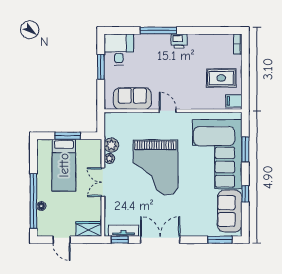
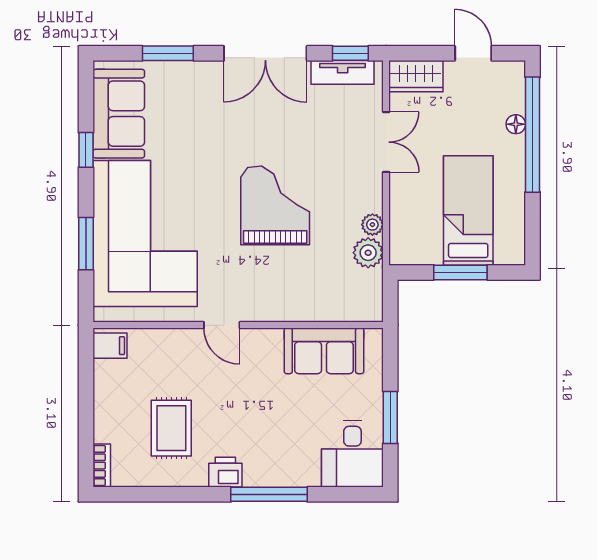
rug: (221, 78) -> (171, 428), moved, turned 90
door: (168, 111) -> (222, 325), moved
grand piano: (156, 168) -> (275, 205), width x0.73, depth x0.68
double door: (103, 182) -> (386, 142), moved
window: (220, 240) -> (168, 53), moved

